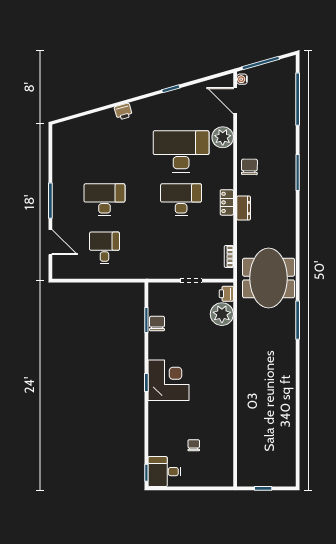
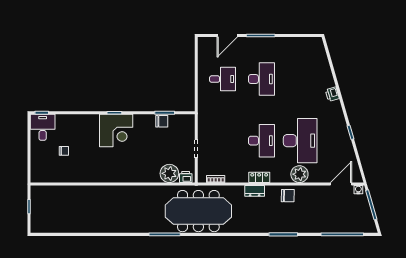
plant: (223, 137) -> (299, 174), moved
meeting table: (269, 278) -> (198, 211), width x1.36

